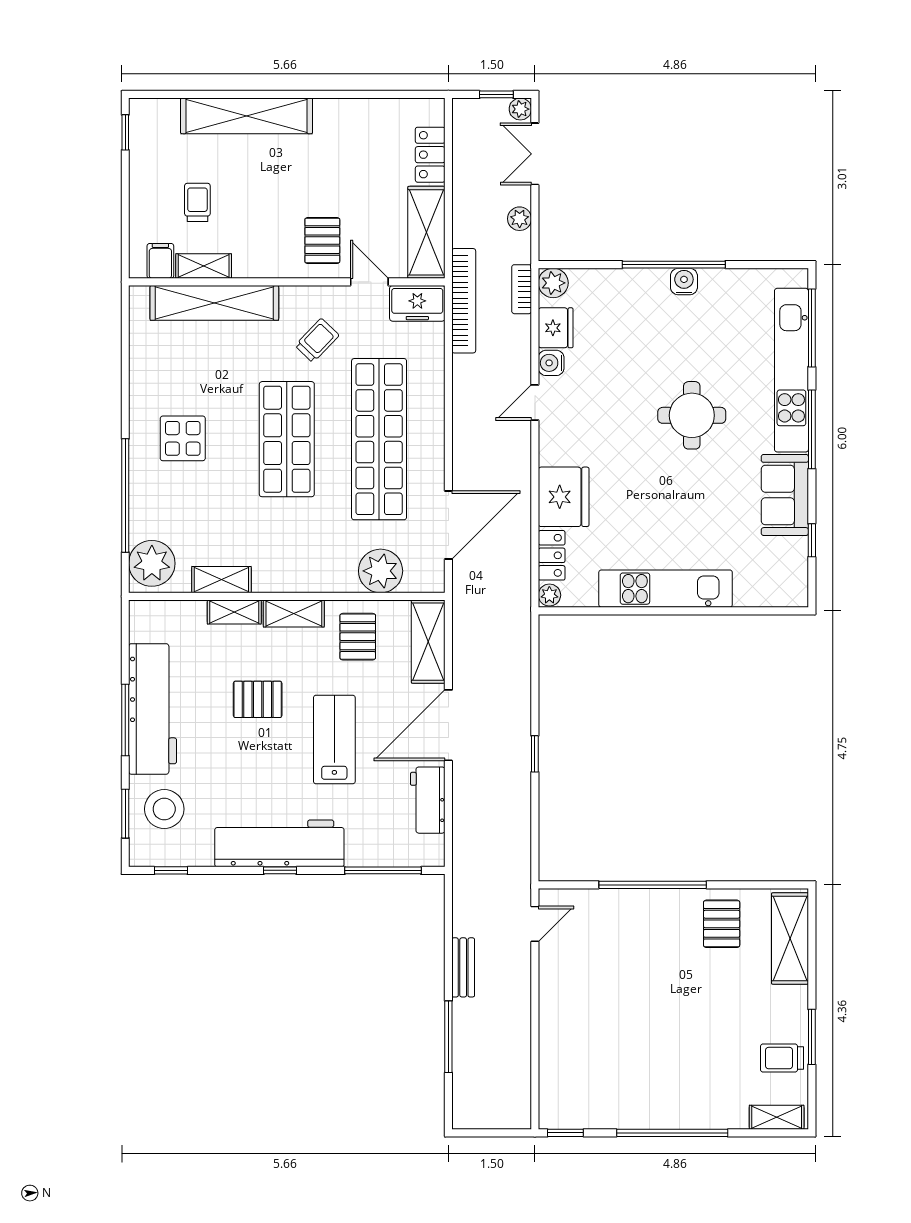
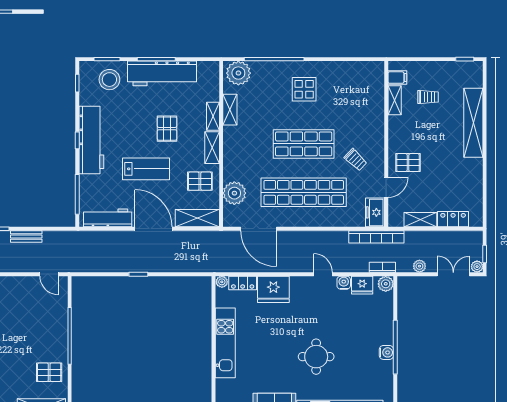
shelving: (426, 232) -> (420, 220), width x0.67, depth x0.75
shelving: (214, 303) -> (375, 106), removed
workbench: (428, 800) -> (108, 218), width x1.38

